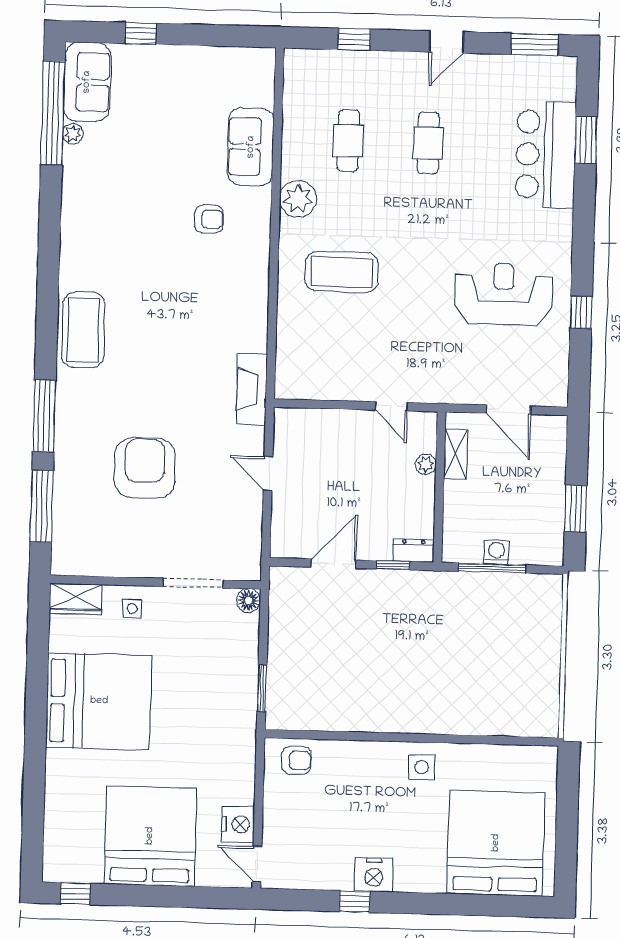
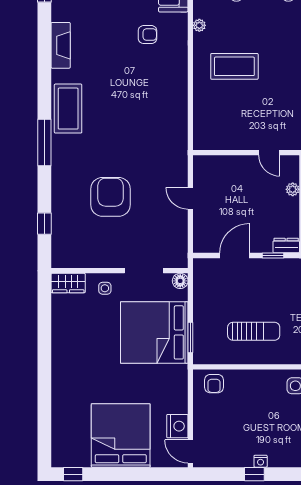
plant: (298, 199) -> (199, 25), width x0.53, depth x0.53
fireplace: (252, 389) -> (61, 45), moved, turned 180
window: (44, 416) -> (44, 142), moved
window: (42, 506) -> (44, 224), width x0.46
sun lounger: (360, 681) -> (254, 331), added
bed: (99, 701) -> (154, 332), moved, turned 180
armchair: (296, 760) -> (214, 384), turned 90
nightstand: (374, 875) -> (261, 461), width x0.53, depth x0.56

